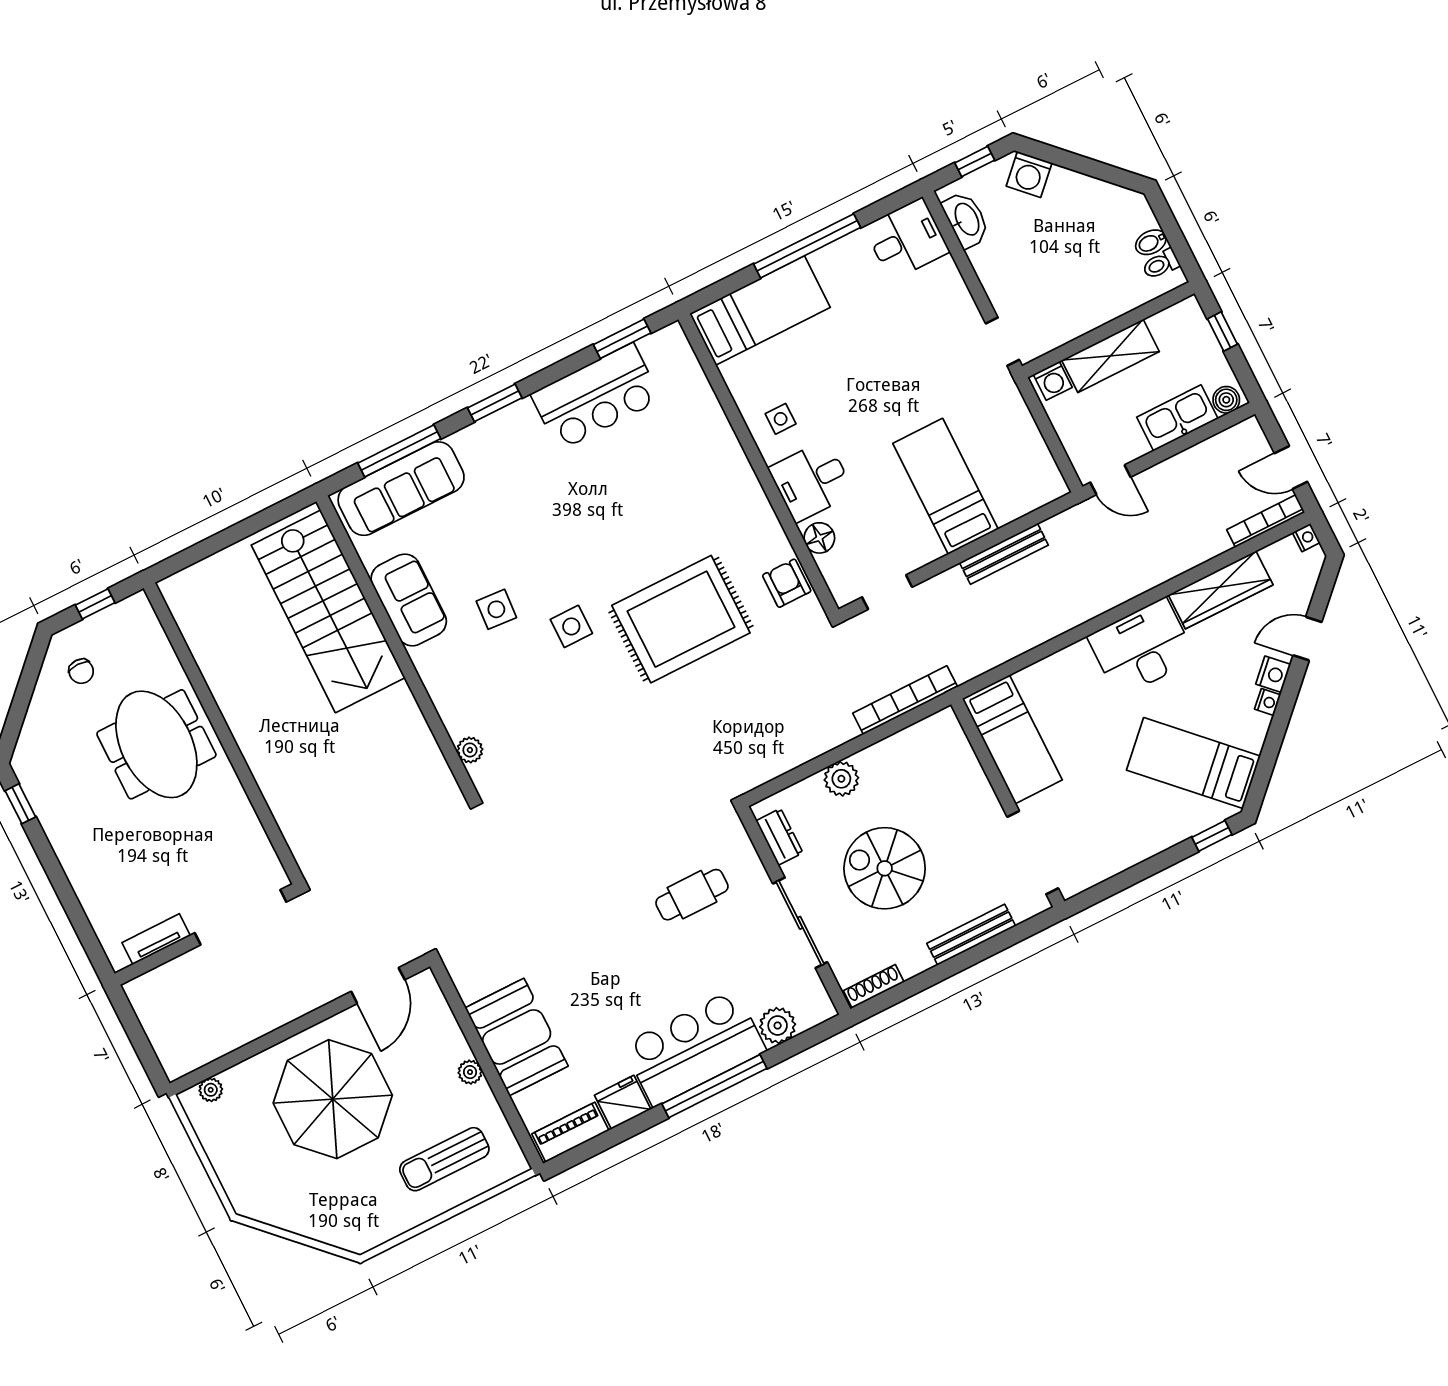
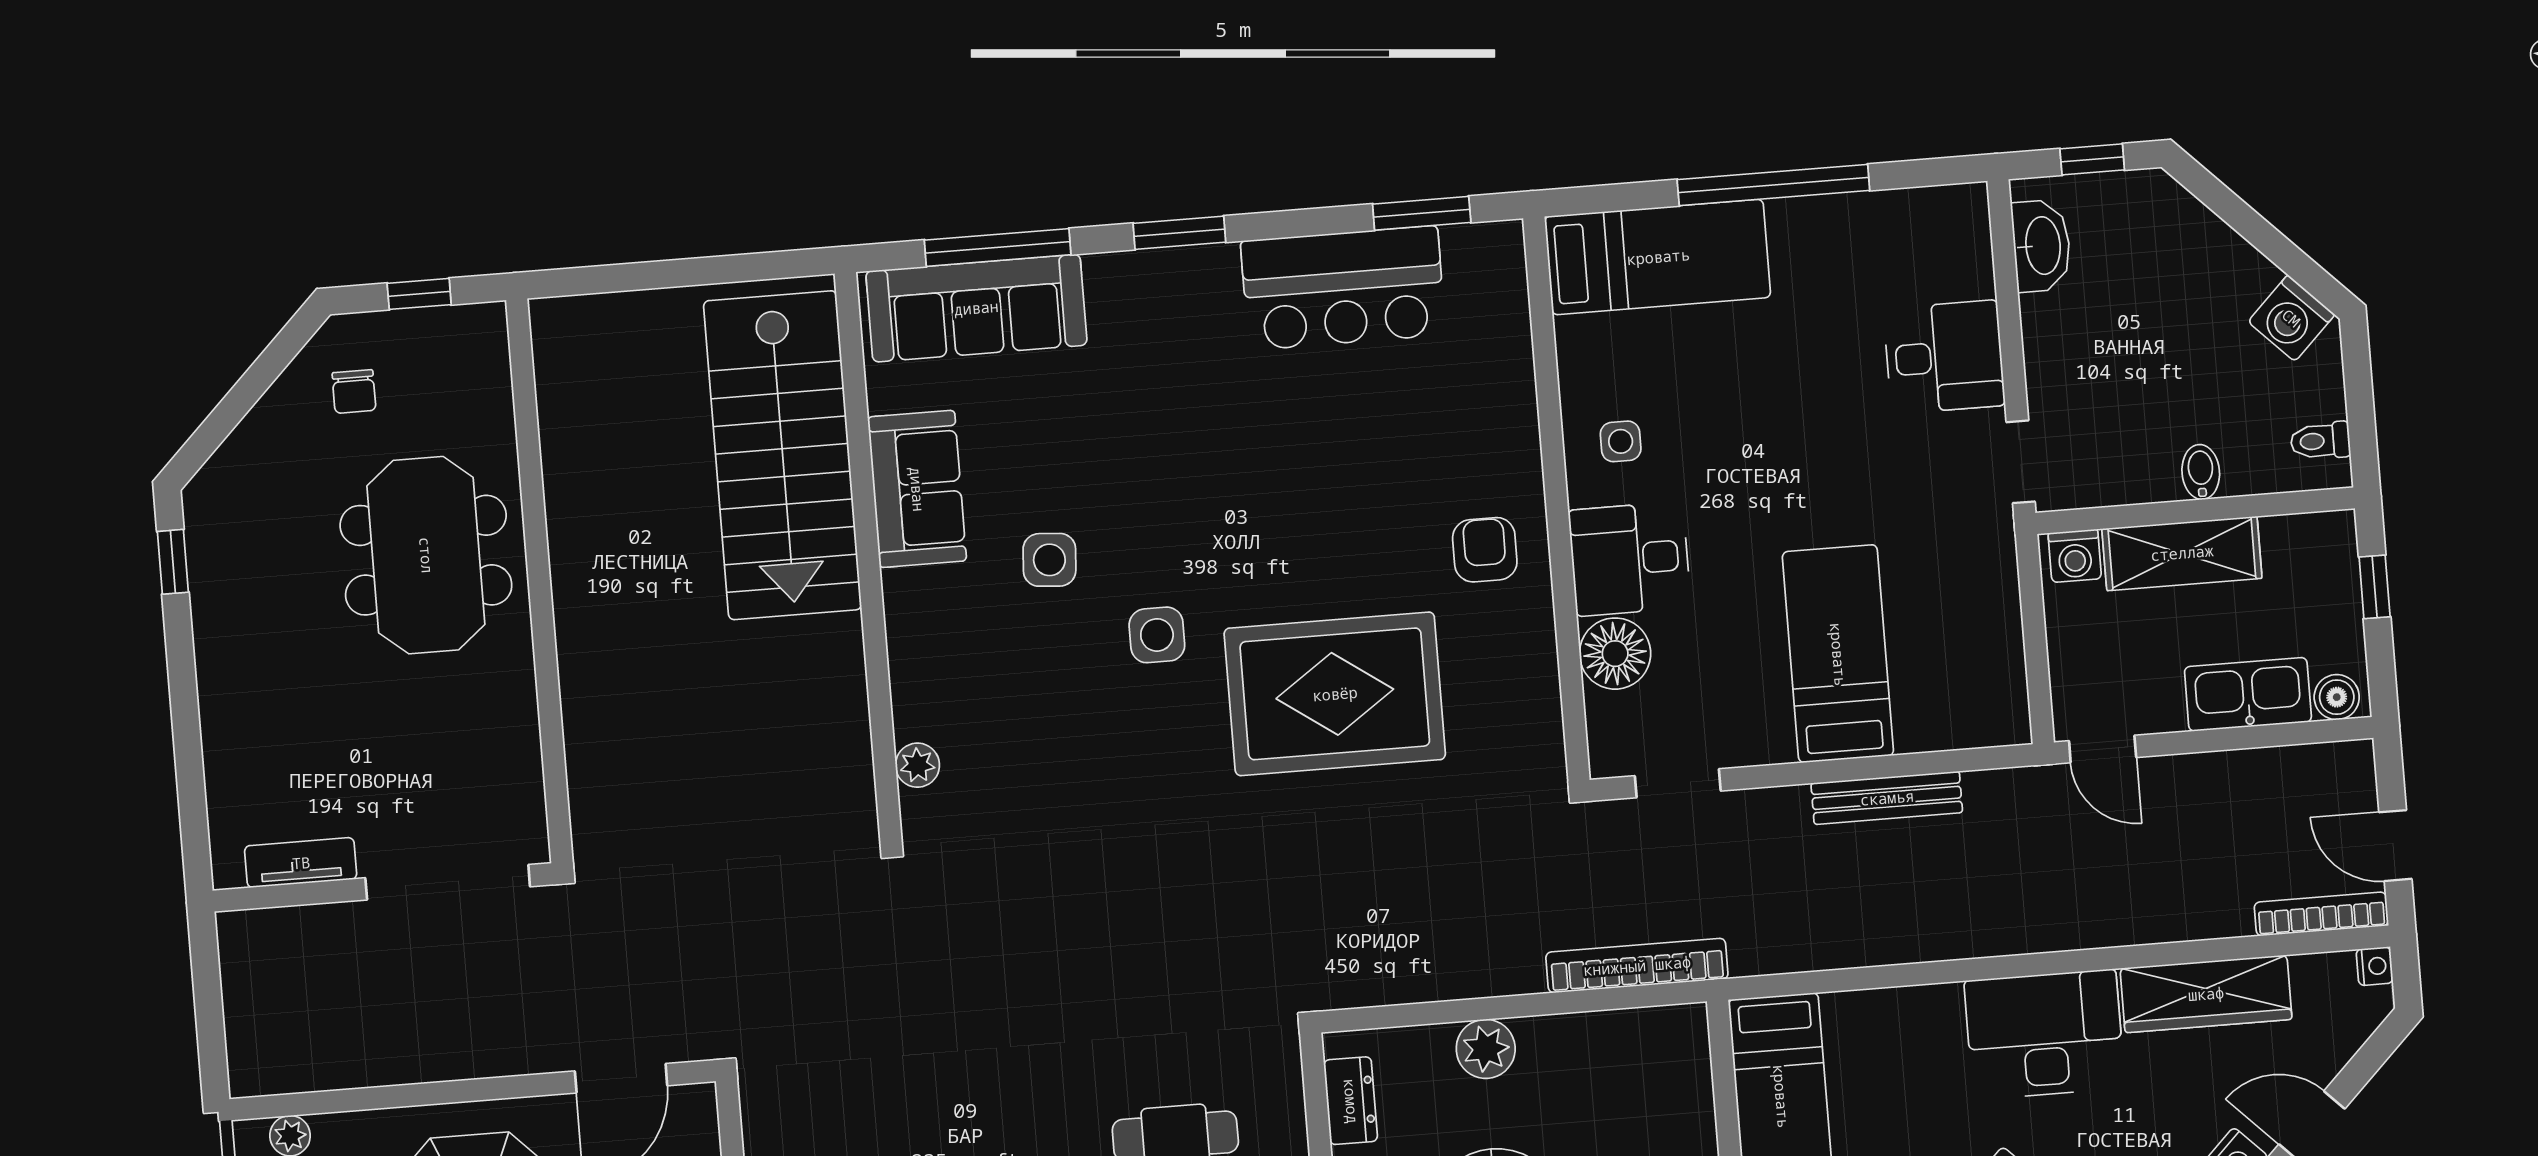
washing machine: (1029, 174) -> (2291, 318), moved
desk: (907, 239) -> (1944, 357), moved
bidet: (1151, 242) -> (2201, 472), moved, turned 90
floor lamp: (819, 538) -> (1615, 654), width x1.38, depth x1.38
armchair: (787, 583) -> (1485, 550), moved

